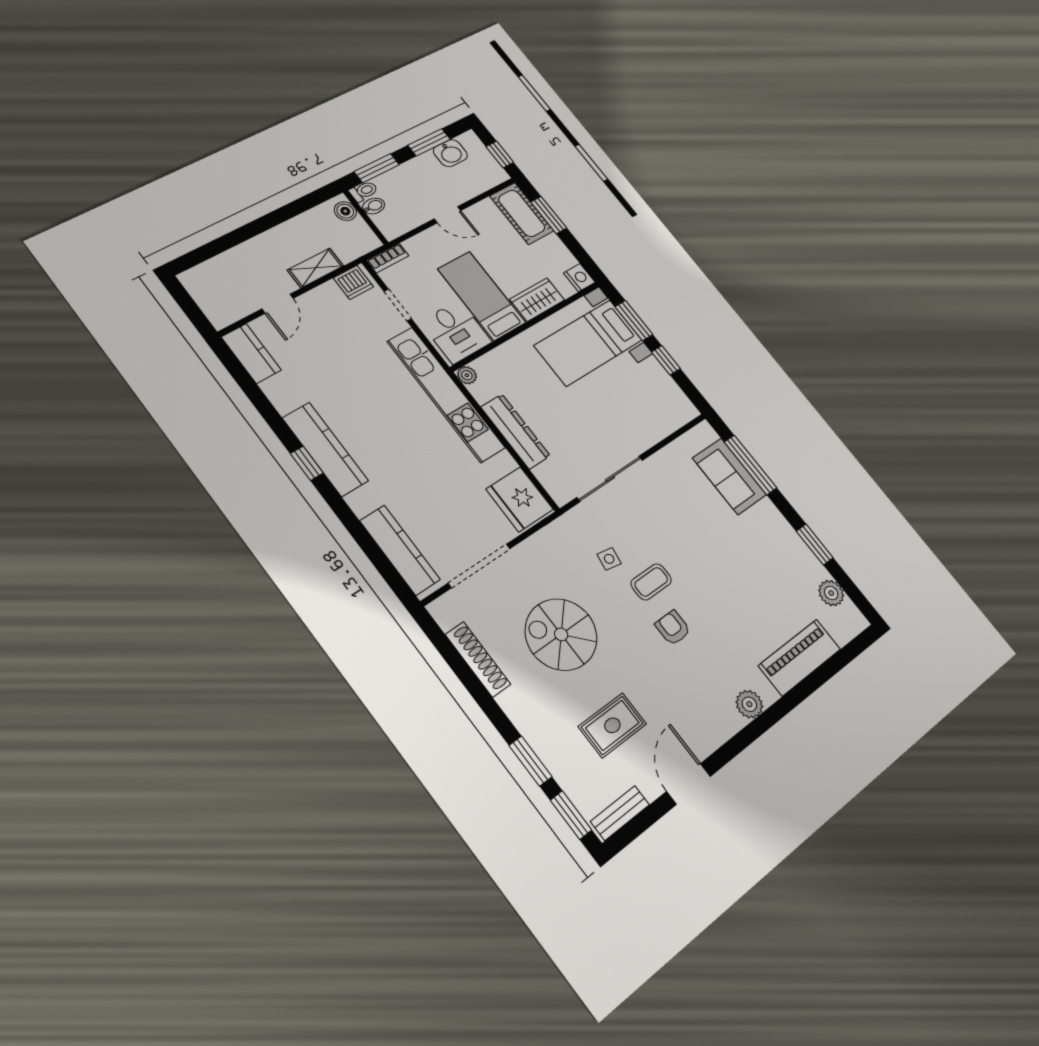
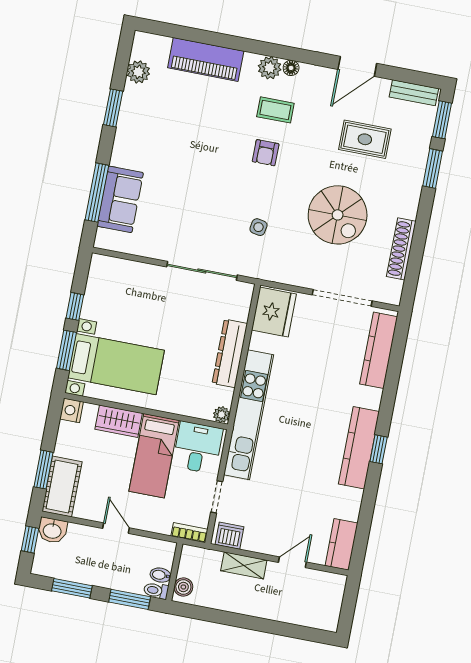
washbasin: (450, 153) -> (52, 530), moved, turned 180
coffee table: (651, 582) -> (275, 110), moved
floor lamp: (734, 723) -> (291, 68), added

